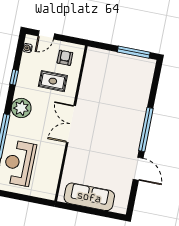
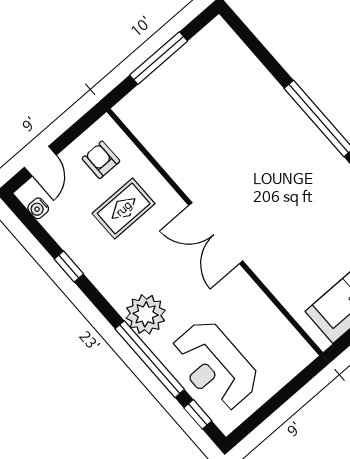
window: (134, 52) -> (159, 58), moved
plant: (21, 108) -> (146, 314), moved

